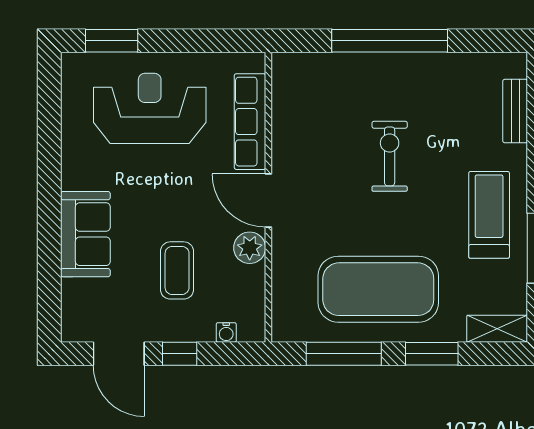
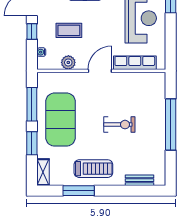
plant: (250, 248) -> (68, 62), moved

